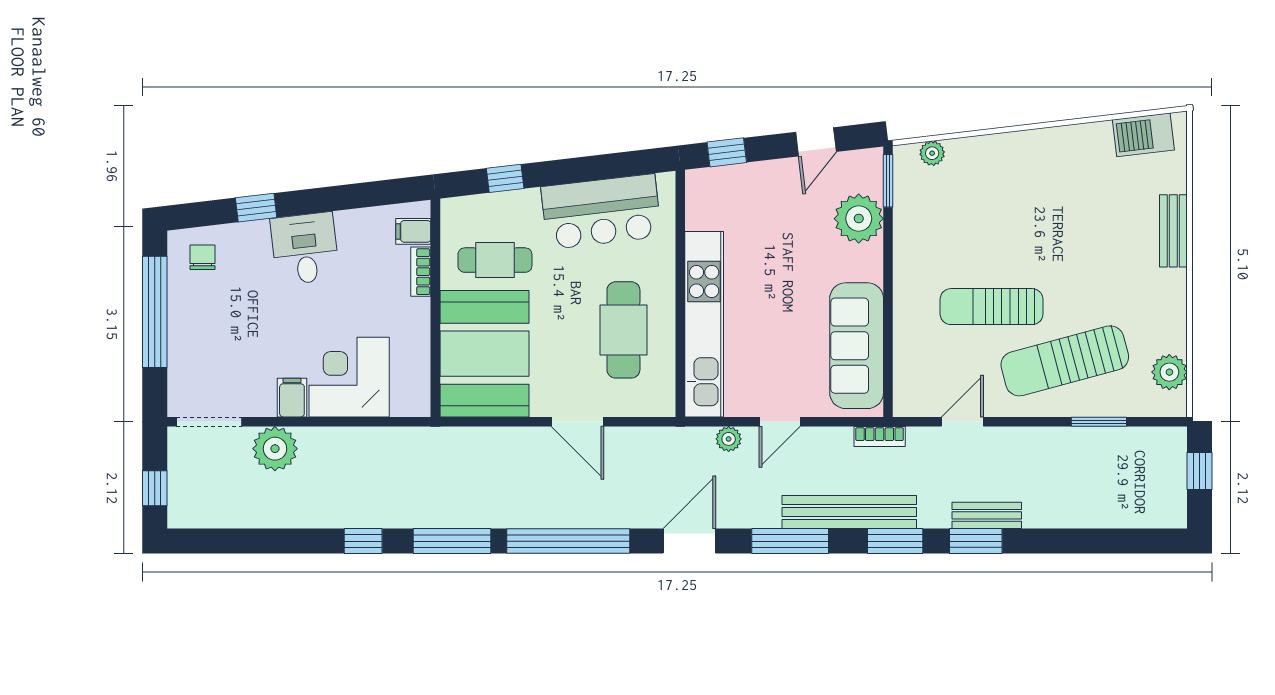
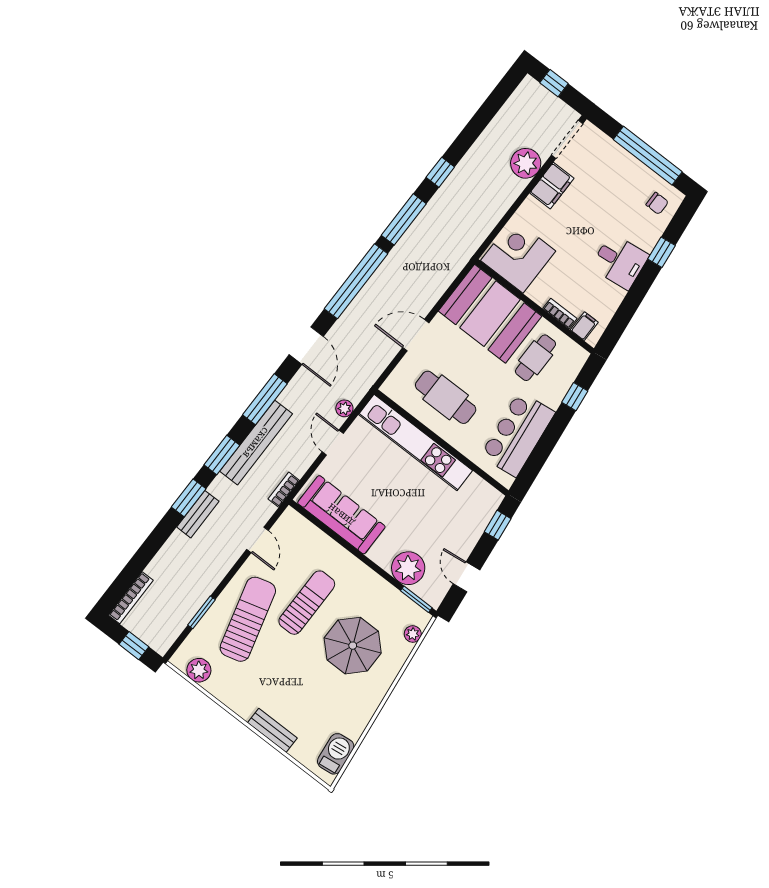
parasol: (1000, 213) -> (353, 646), added
corner desk: (349, 377) -> (518, 256), moved, turned -90
filing cabinet: (292, 398) -> (552, 186), width x2.00
bookcase: (1146, 518) -> (131, 598), added

